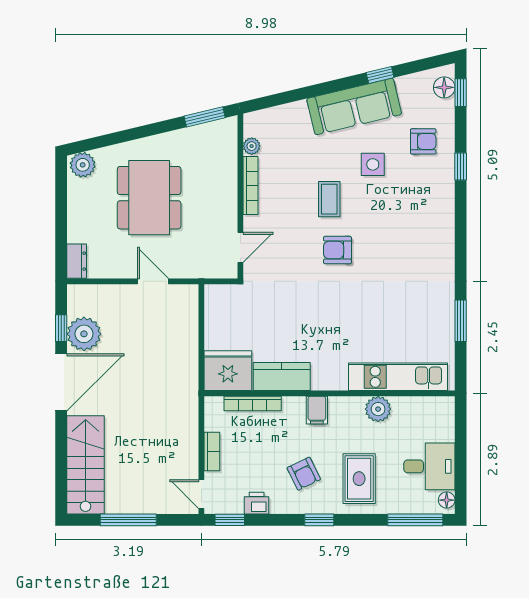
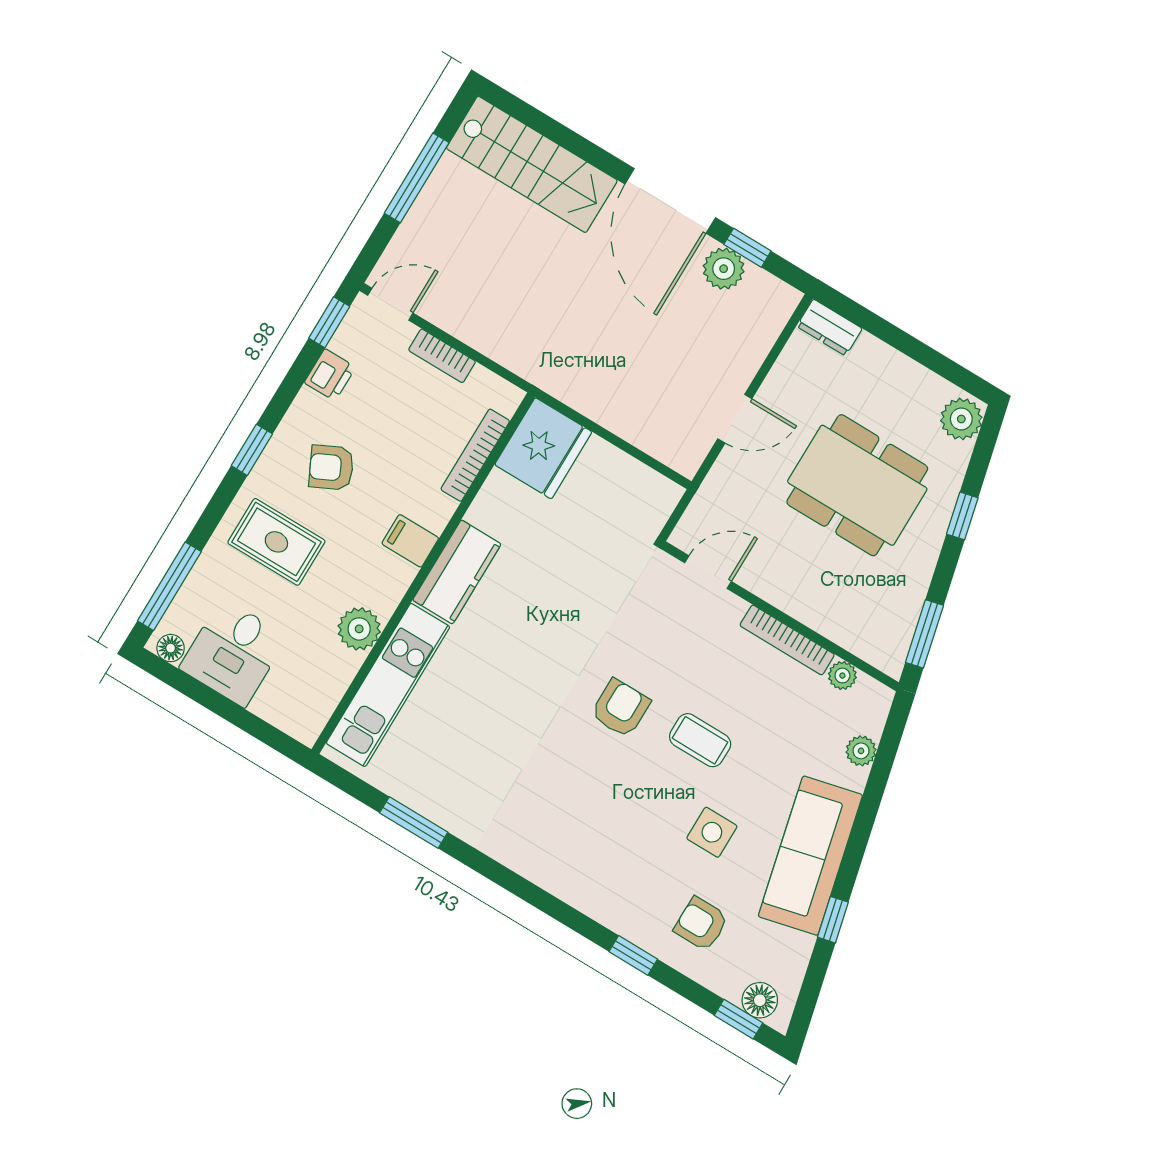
plant: (285, 113) -> (861, 751), added
window: (132, 134) -> (962, 516), added
armchair: (423, 141) -> (701, 924), turned 90
door: (240, 247) -> (708, 572), swing flipped
plant: (84, 334) -> (724, 269), width x0.73, depth x0.73
kitchen counter: (282, 377) -> (457, 572), moved

